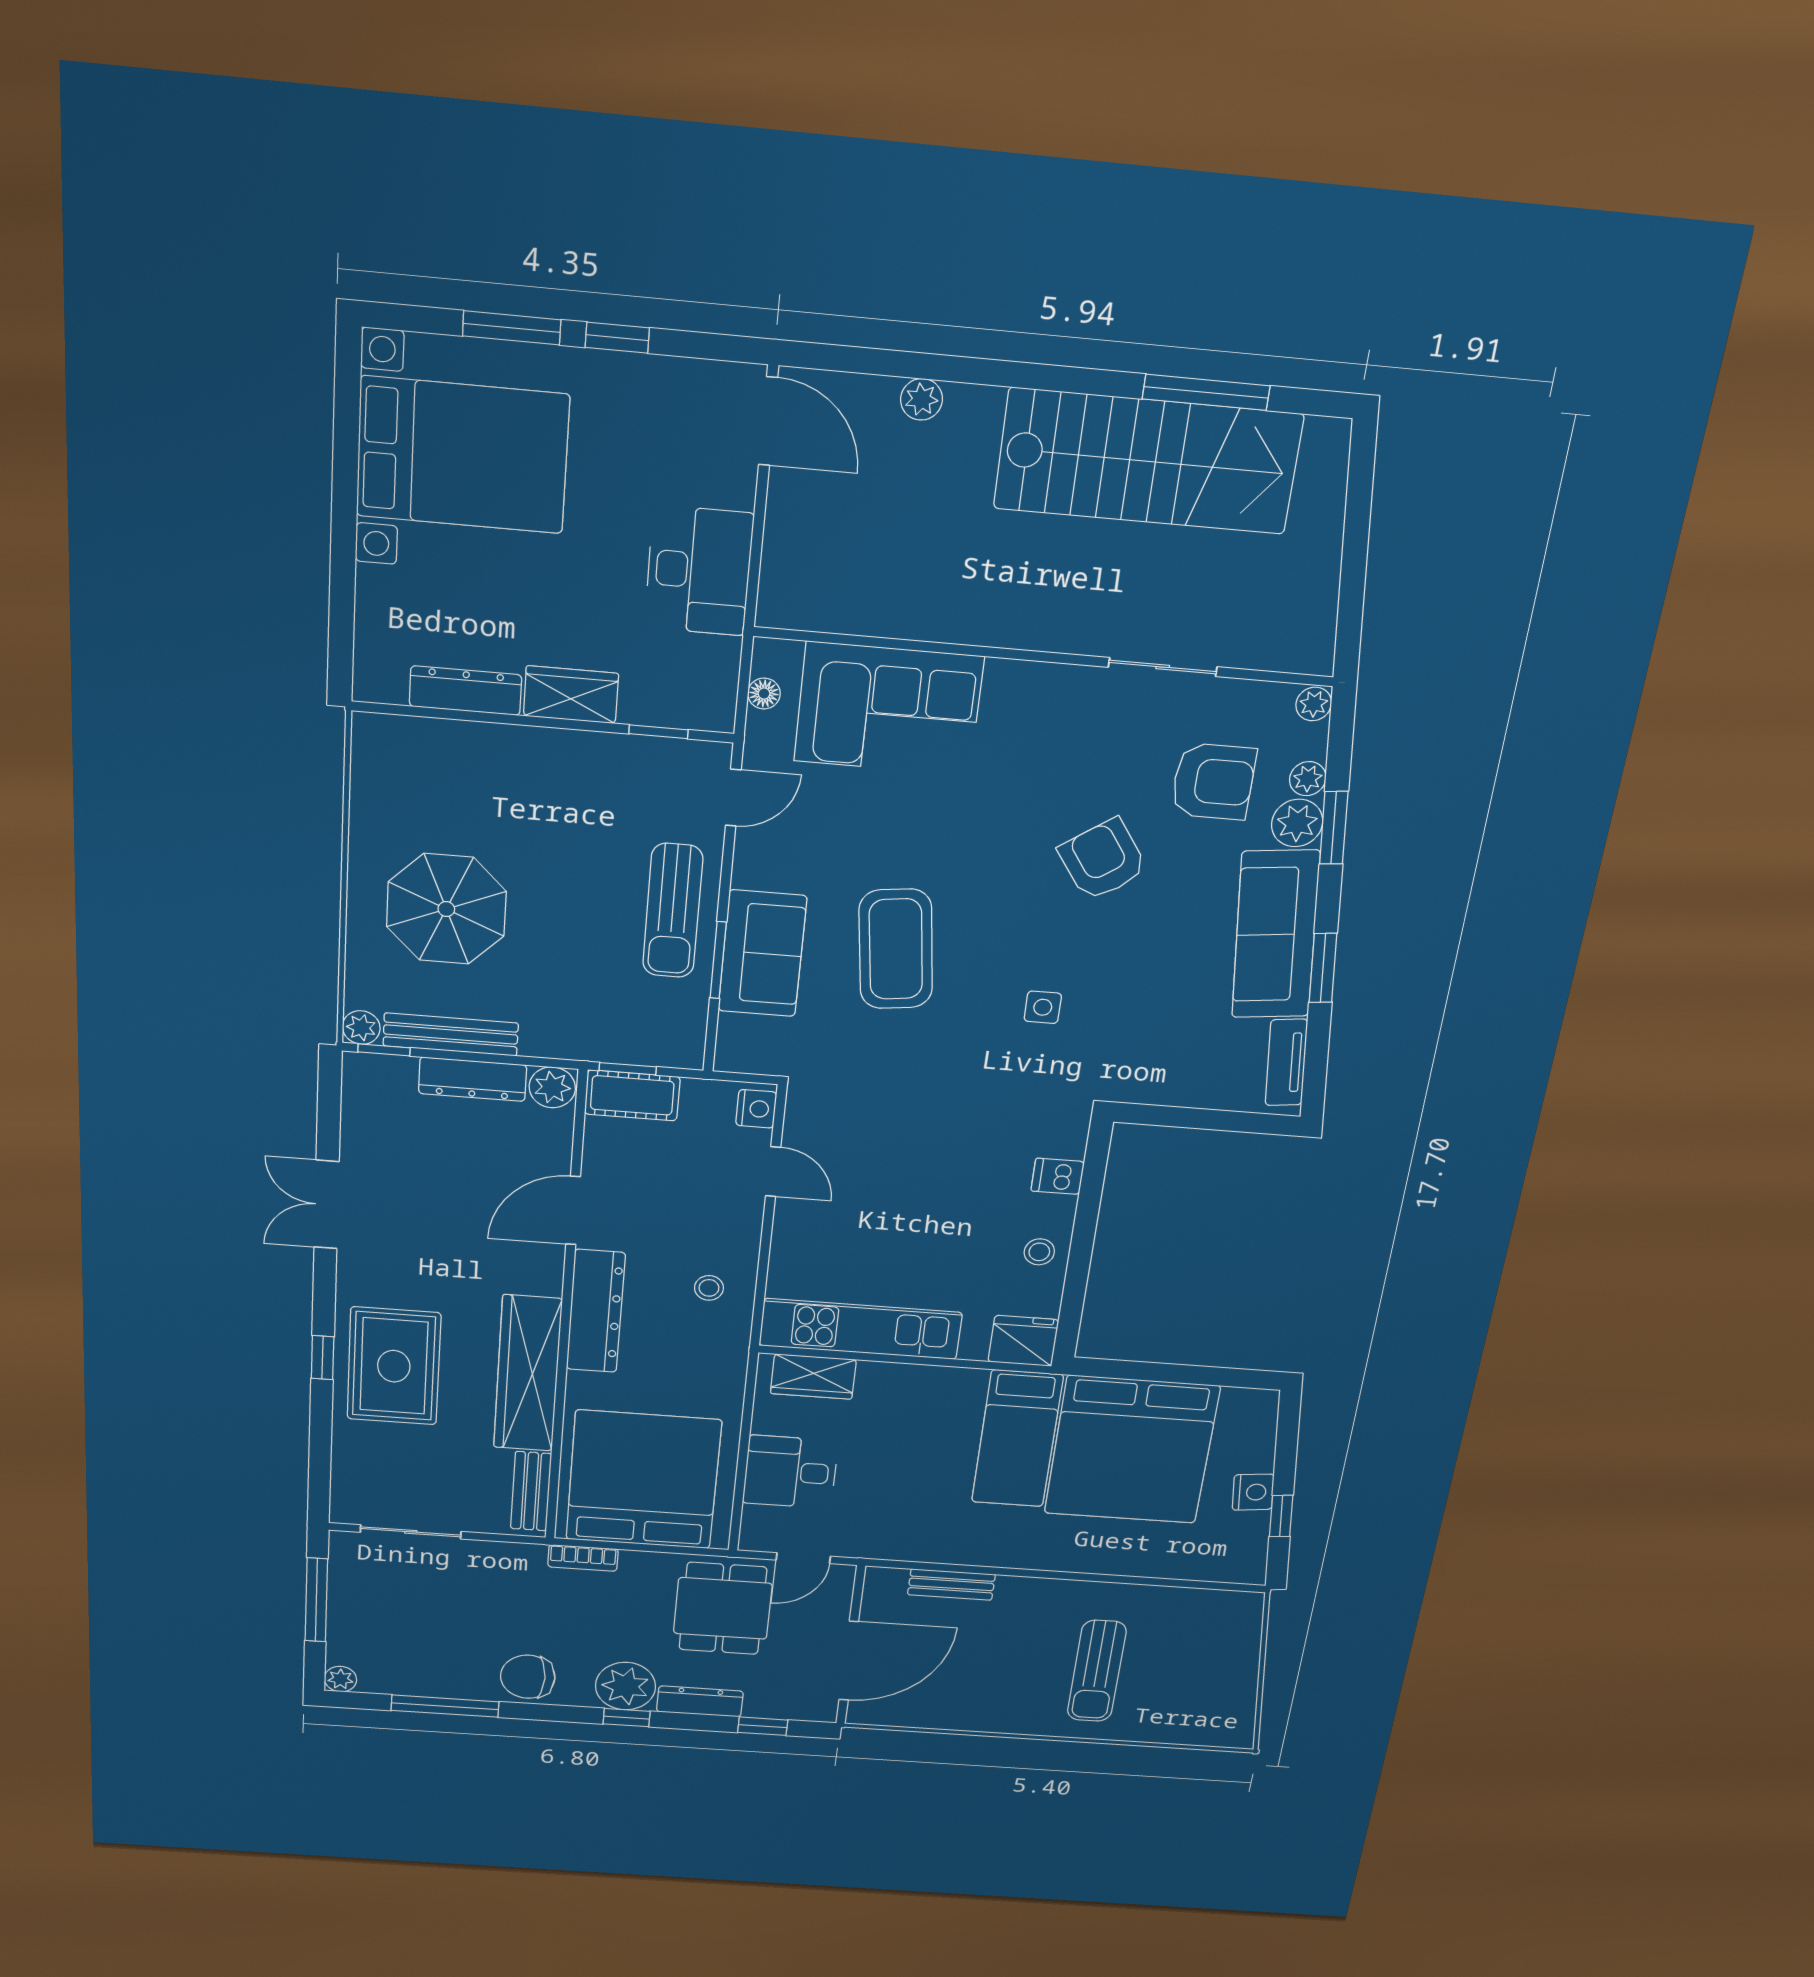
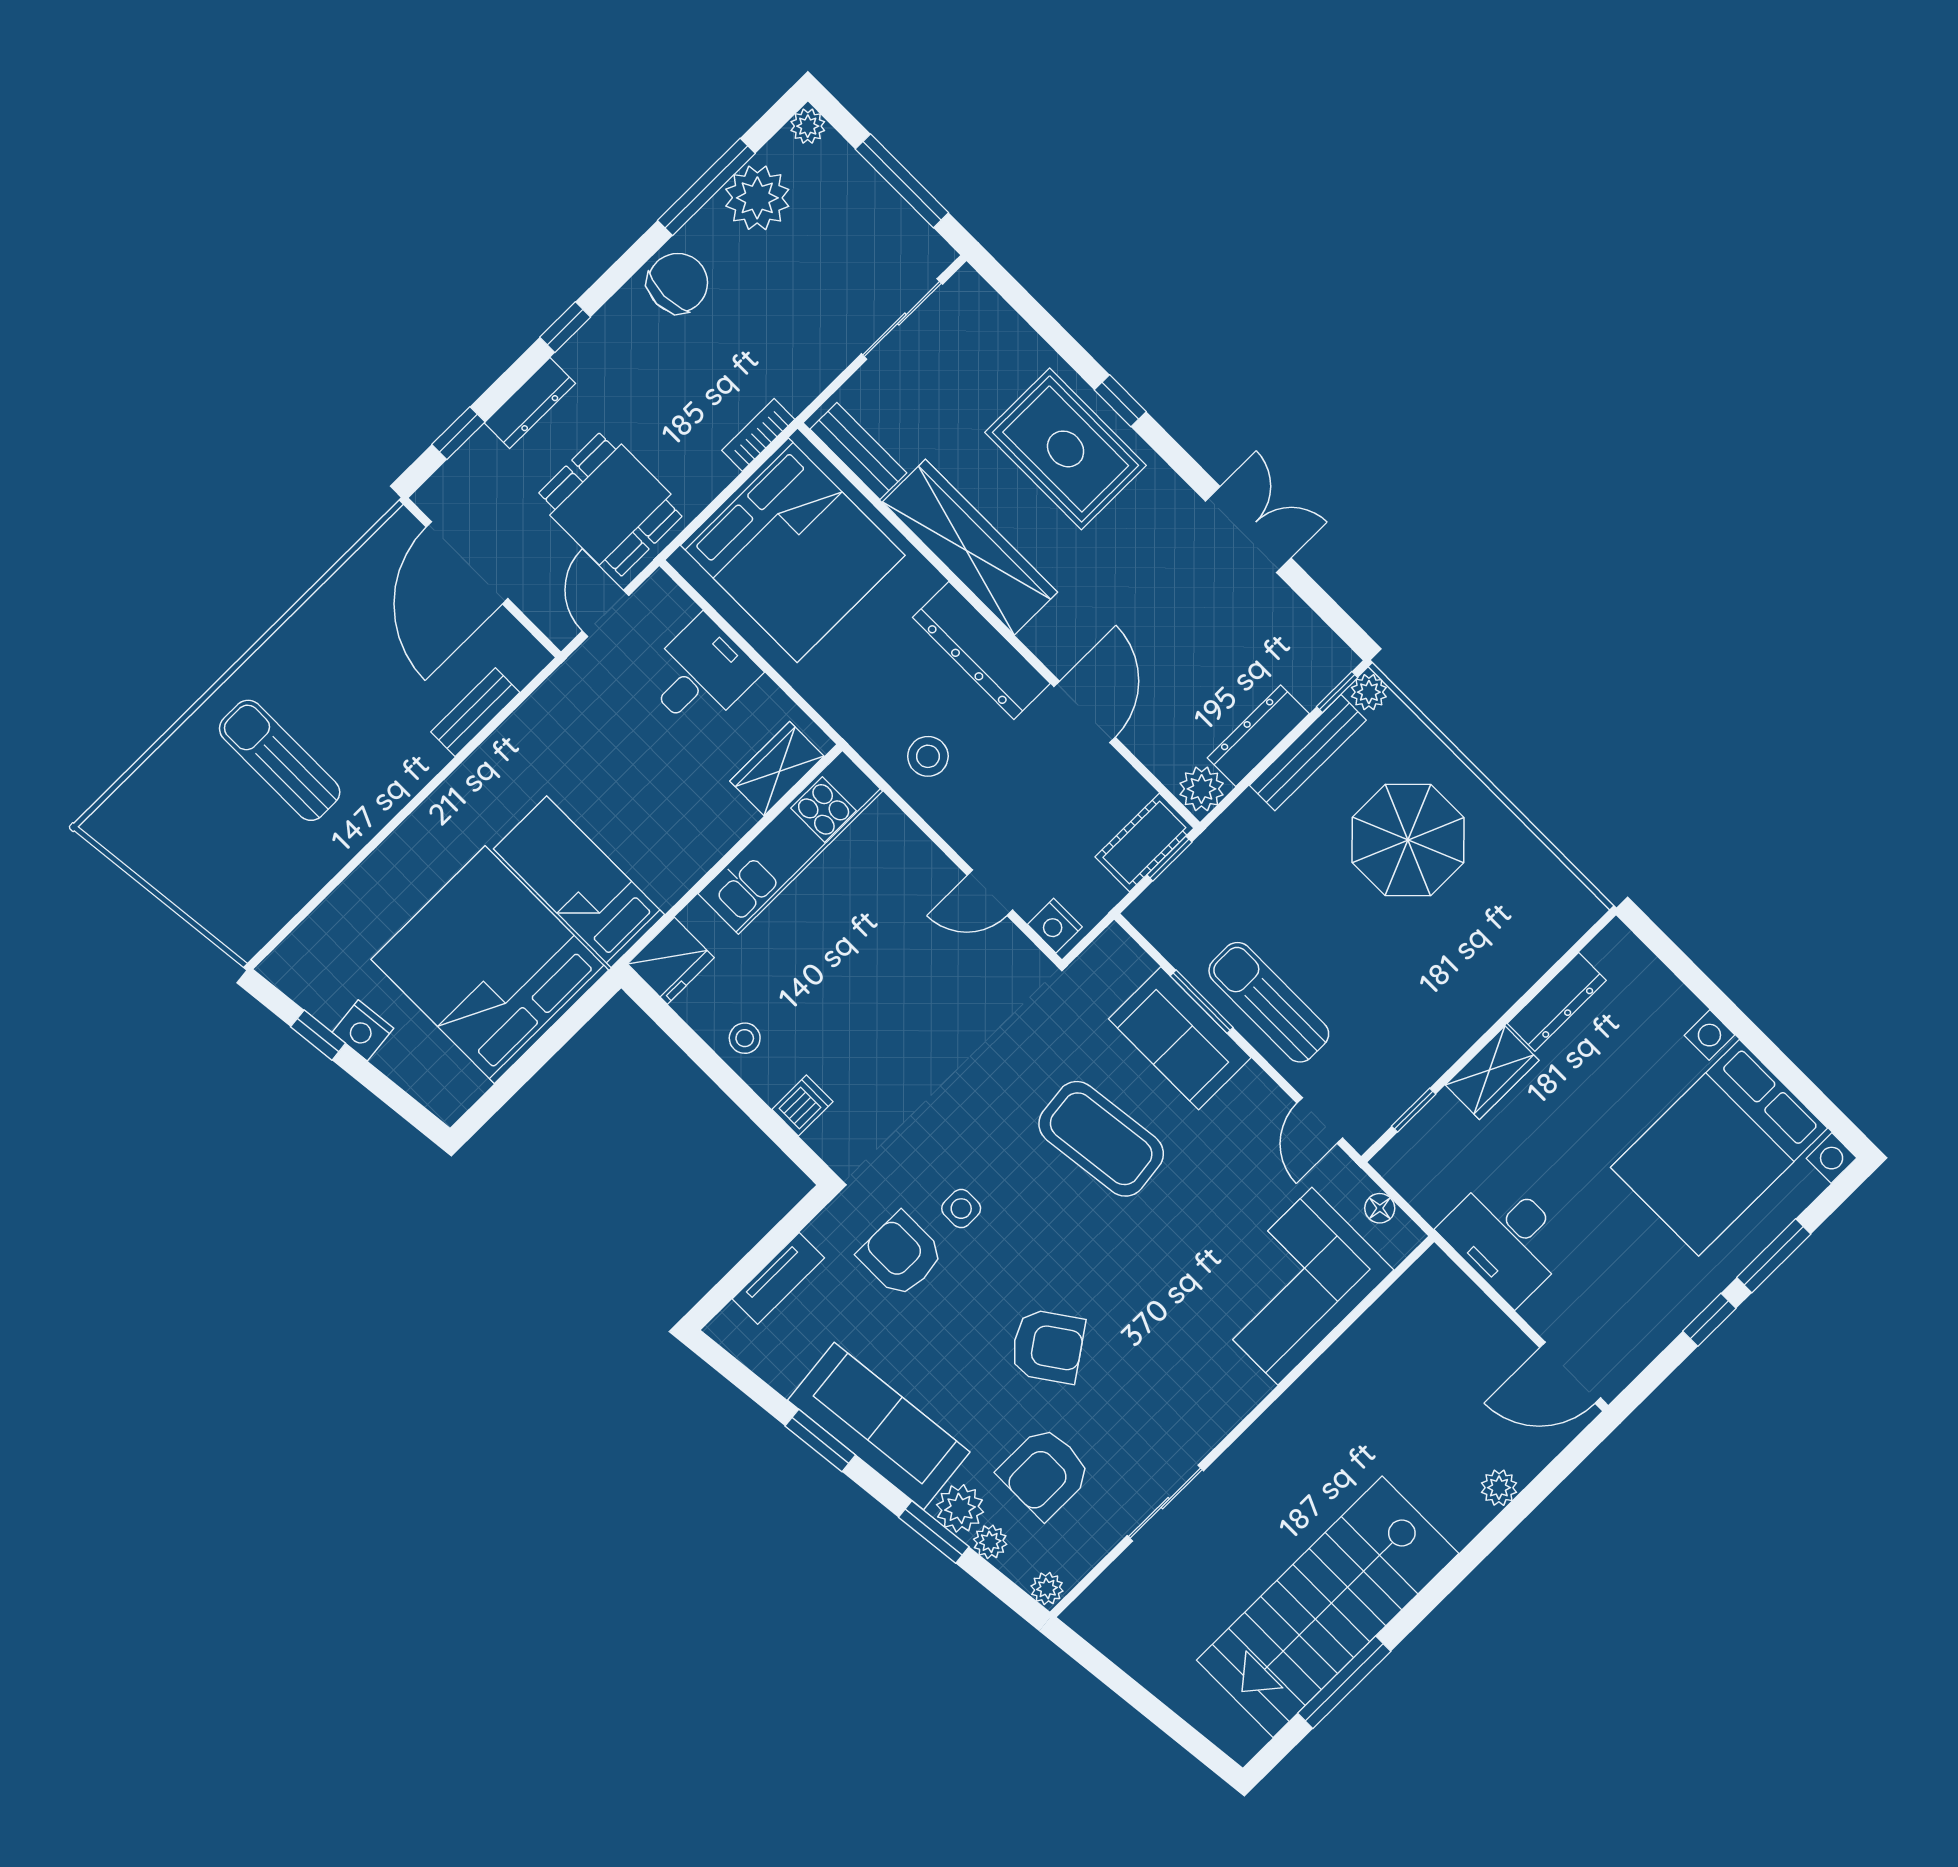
armchair: (1118, 1022) -> (901, 1255), added
tv unit: (1286, 1062) -> (778, 1278), moved, turned 96
stool: (709, 1288) -> (928, 756), width x1.37, depth x1.37
plant: (626, 1686) -> (757, 198), moved

